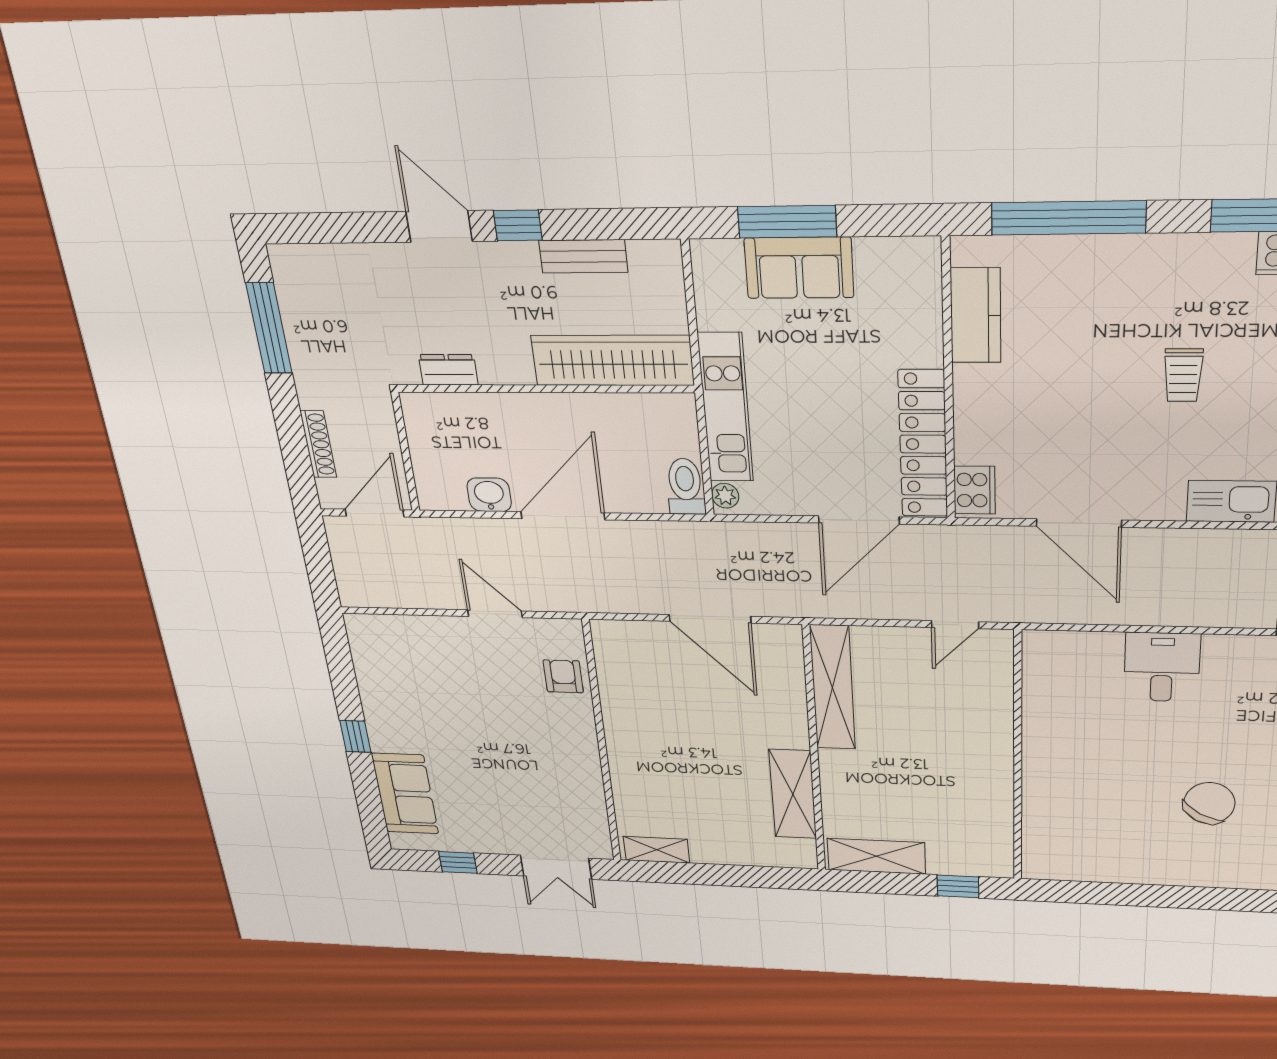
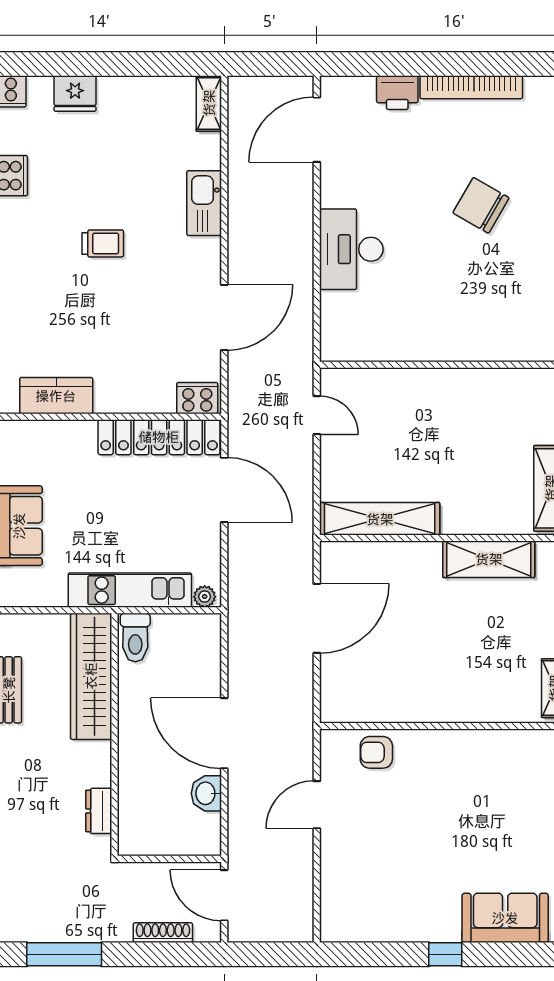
toilet: (685, 486) -> (135, 638), moved, turned -90
desk: (1162, 667) -> (351, 249), width x1.37

